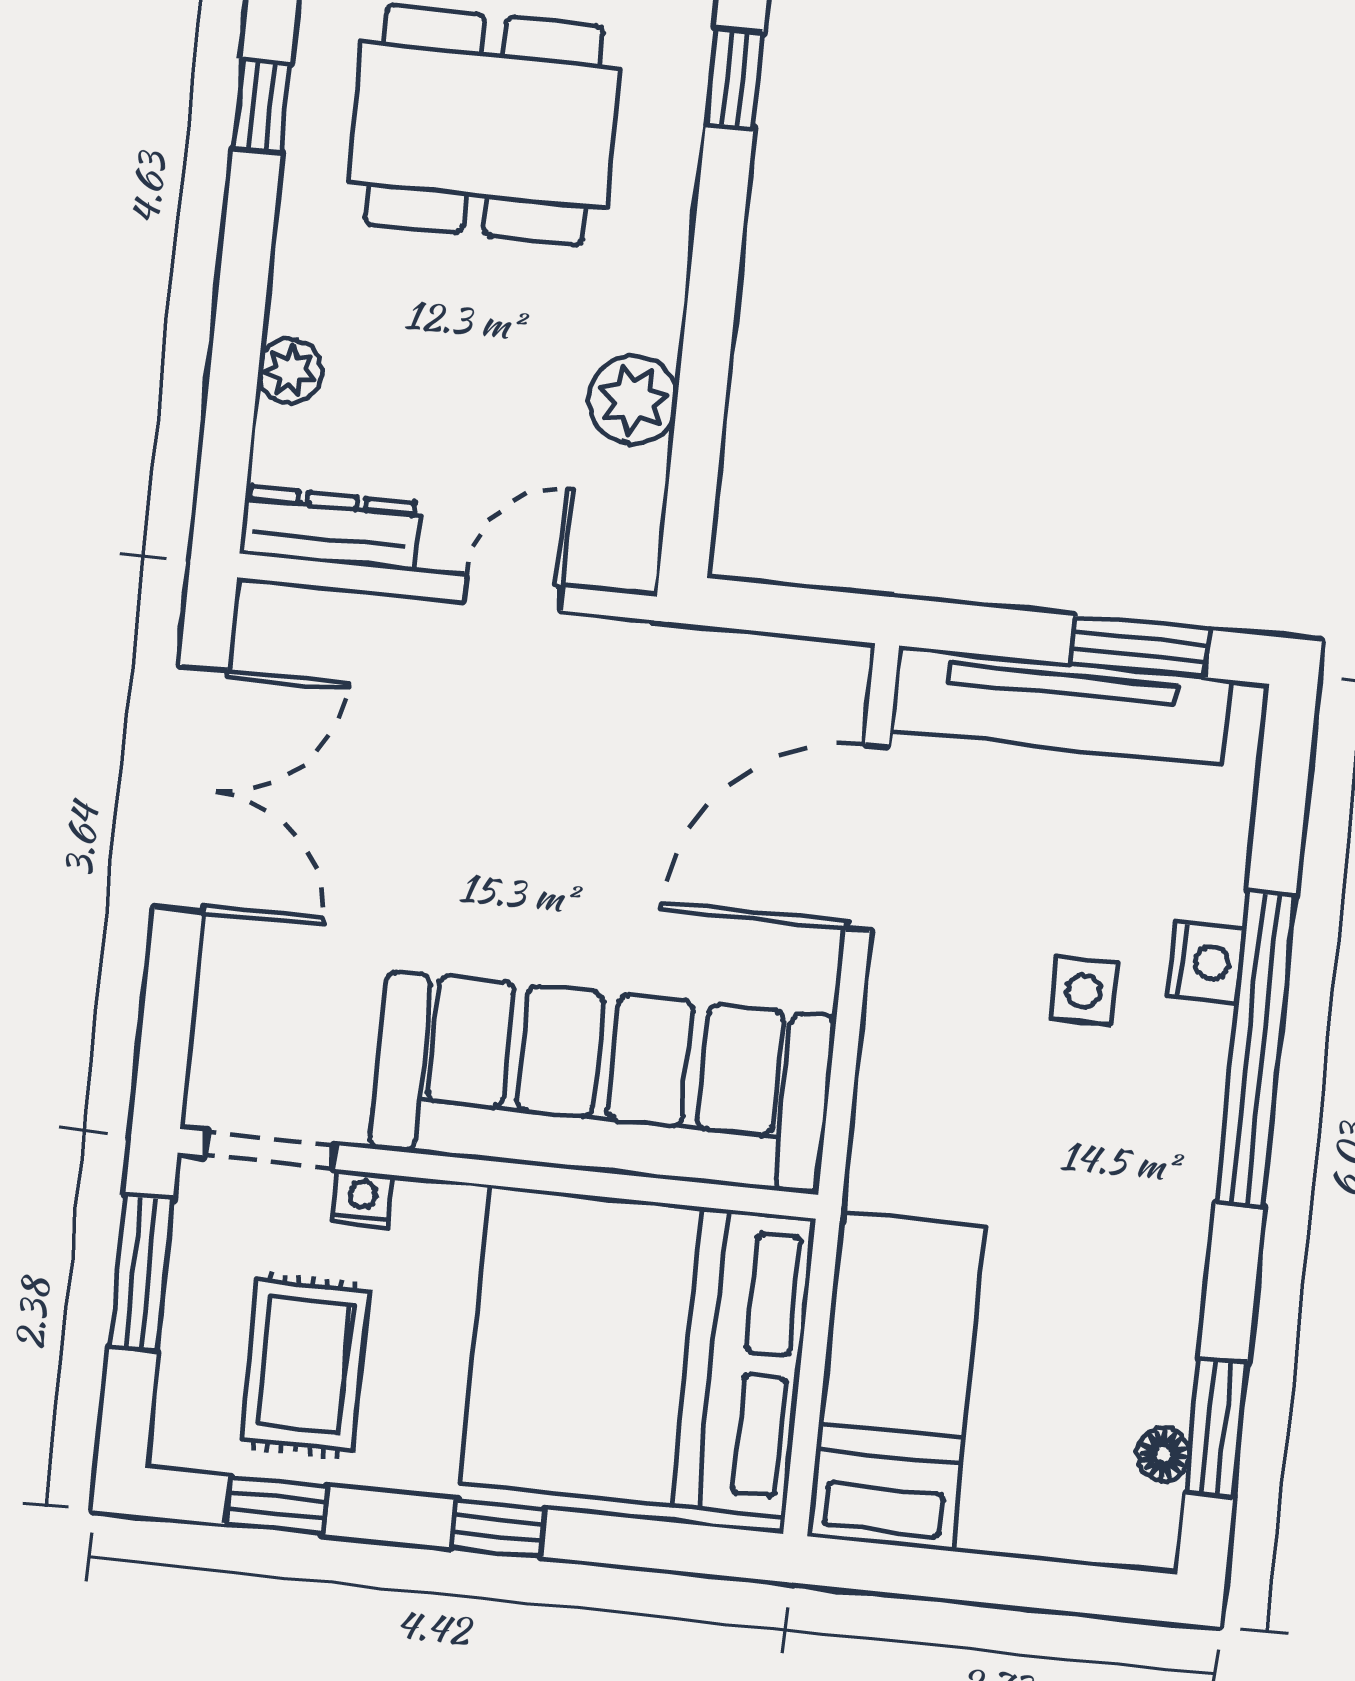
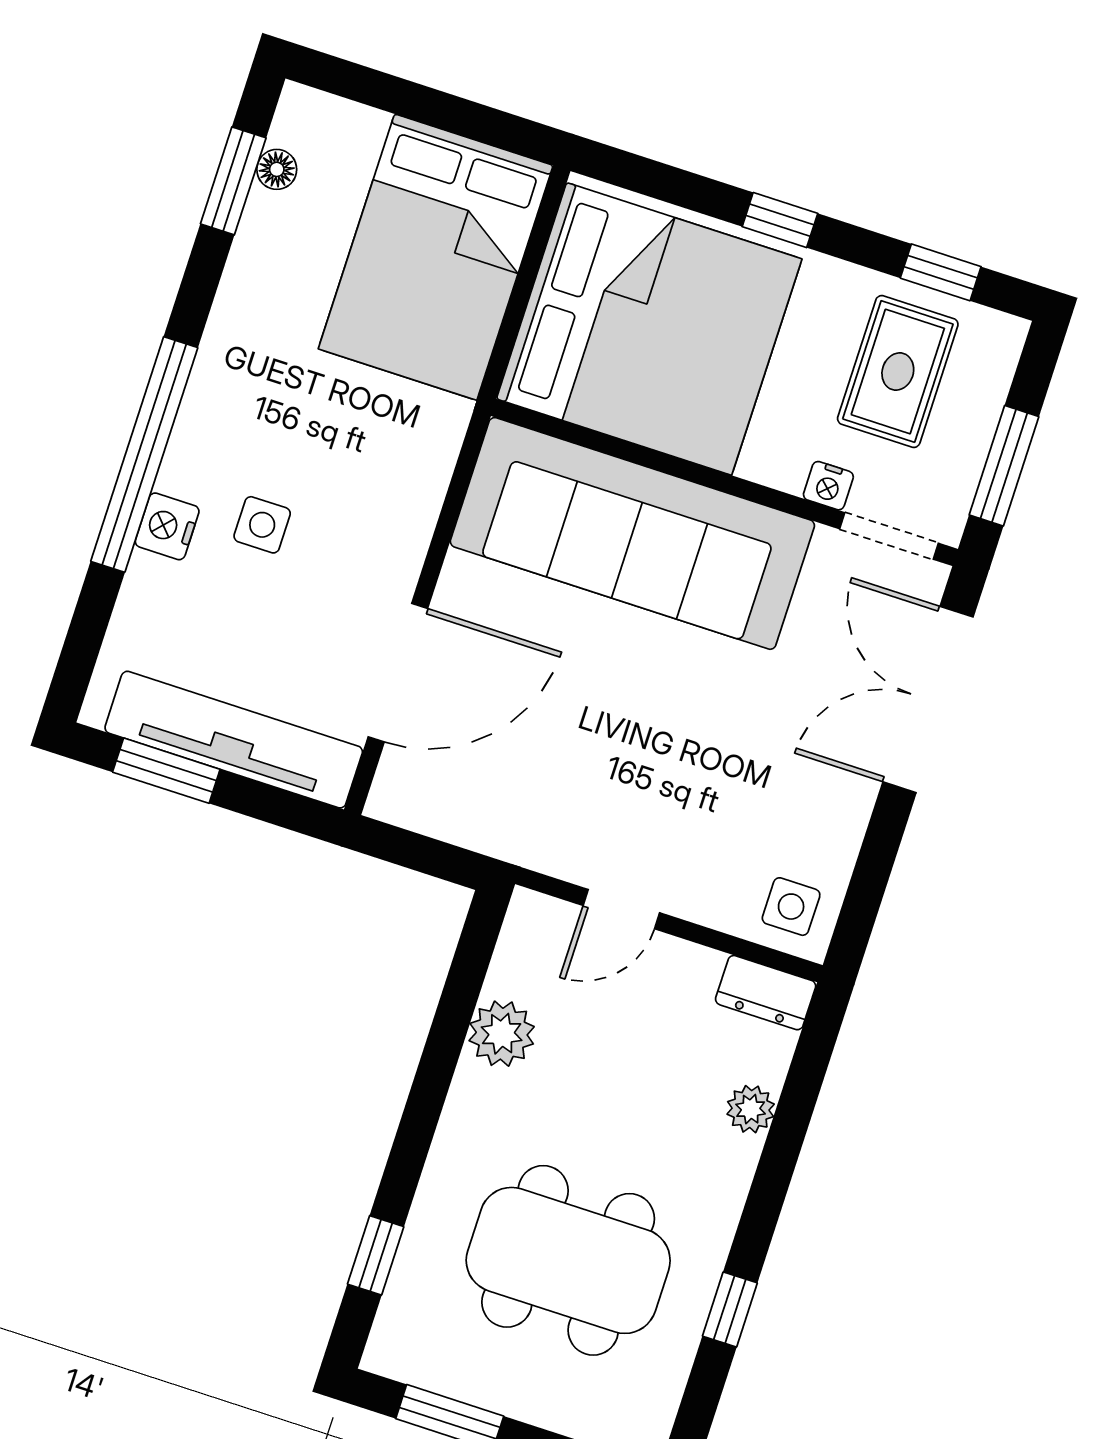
dresser: (330, 529) -> (766, 993), width x0.70
side table: (294, 644) -> (791, 907), added
double door: (191, 789) -> (928, 699), moved
bed: (897, 1381) -> (436, 257), width x1.50

